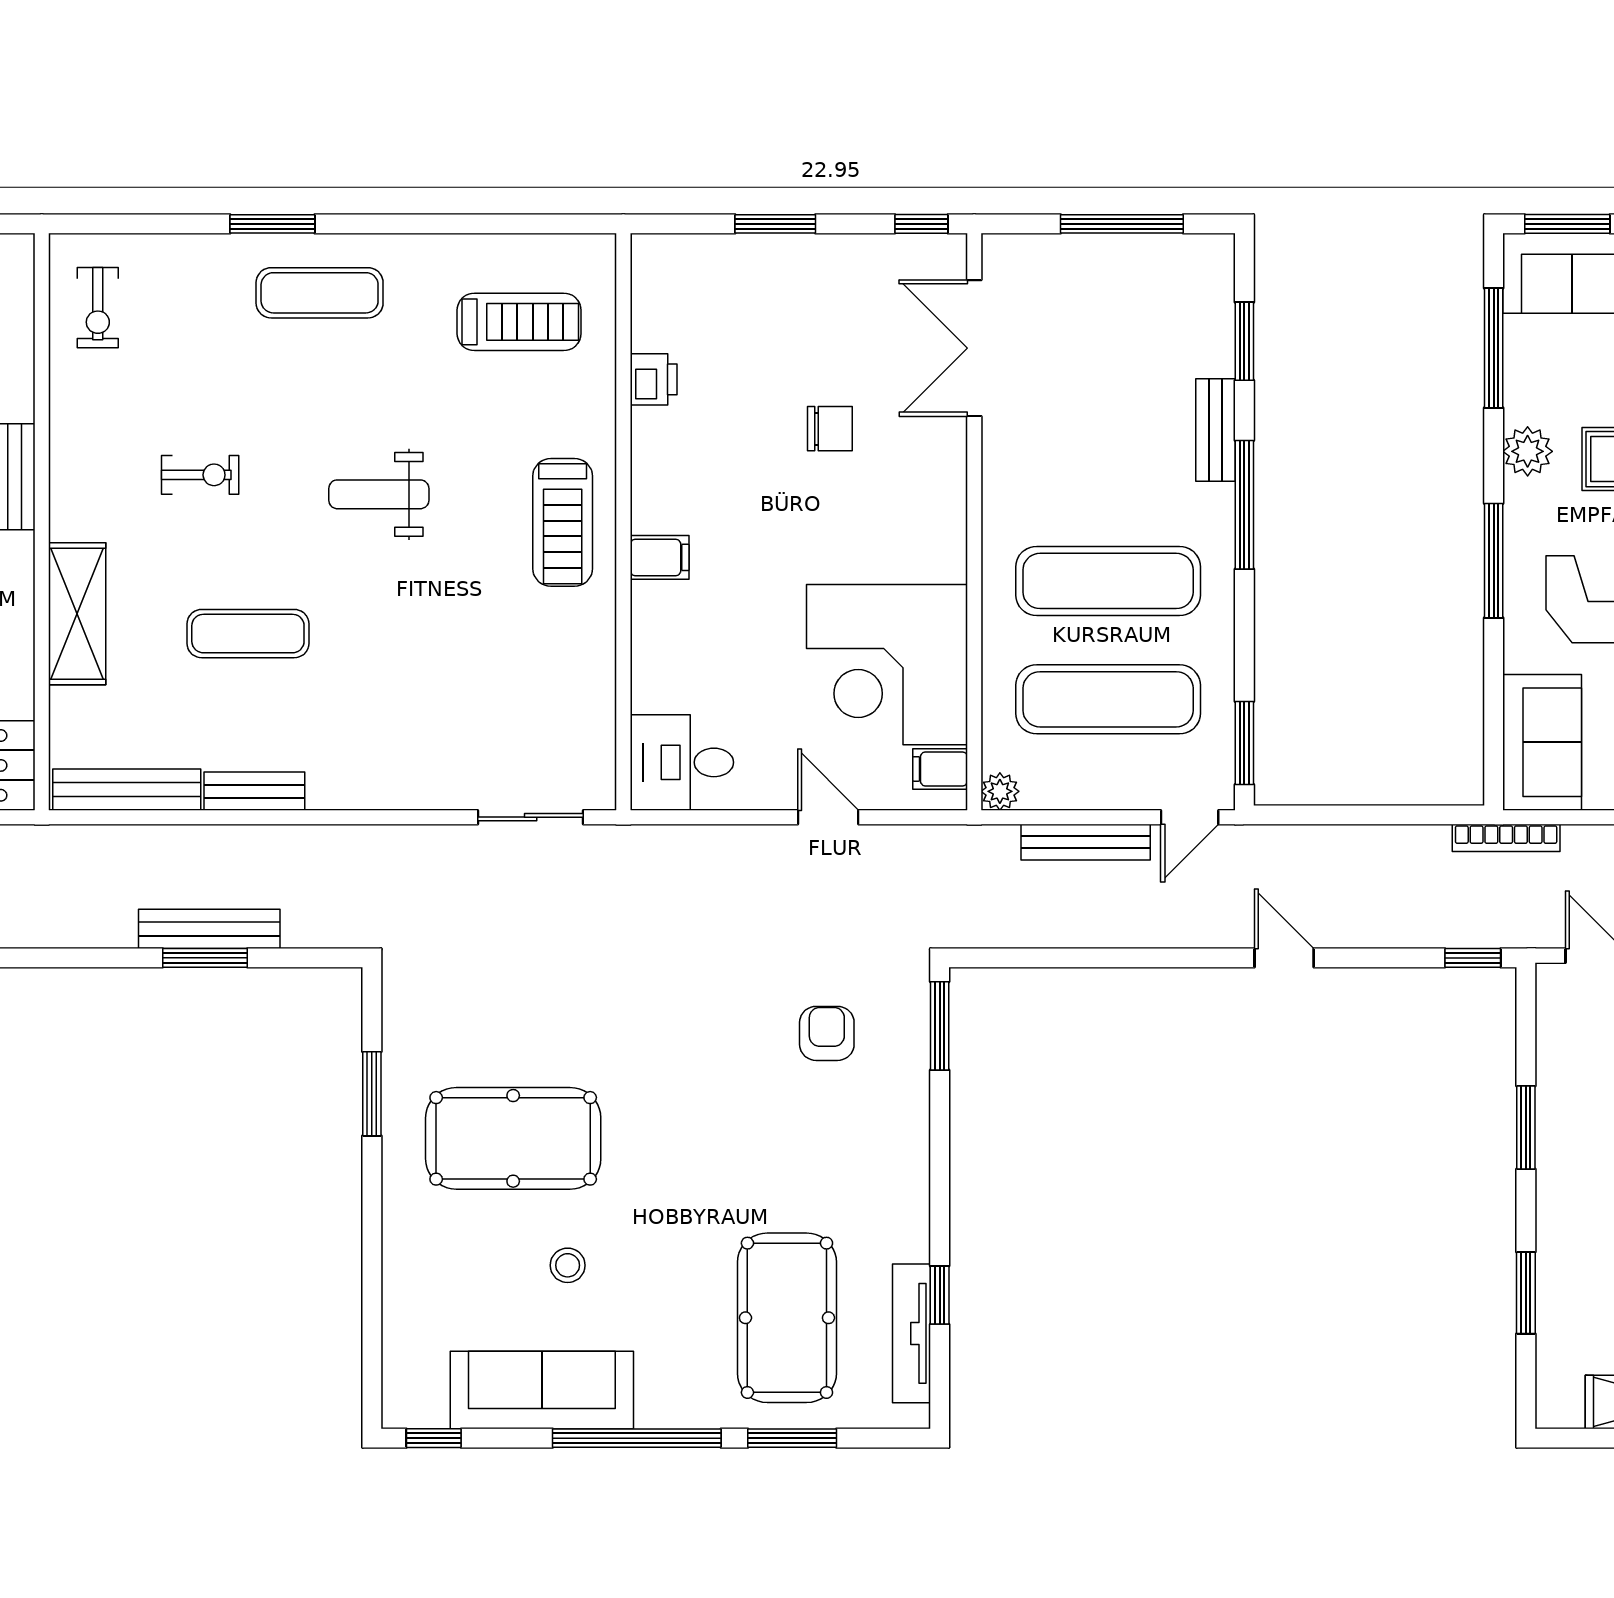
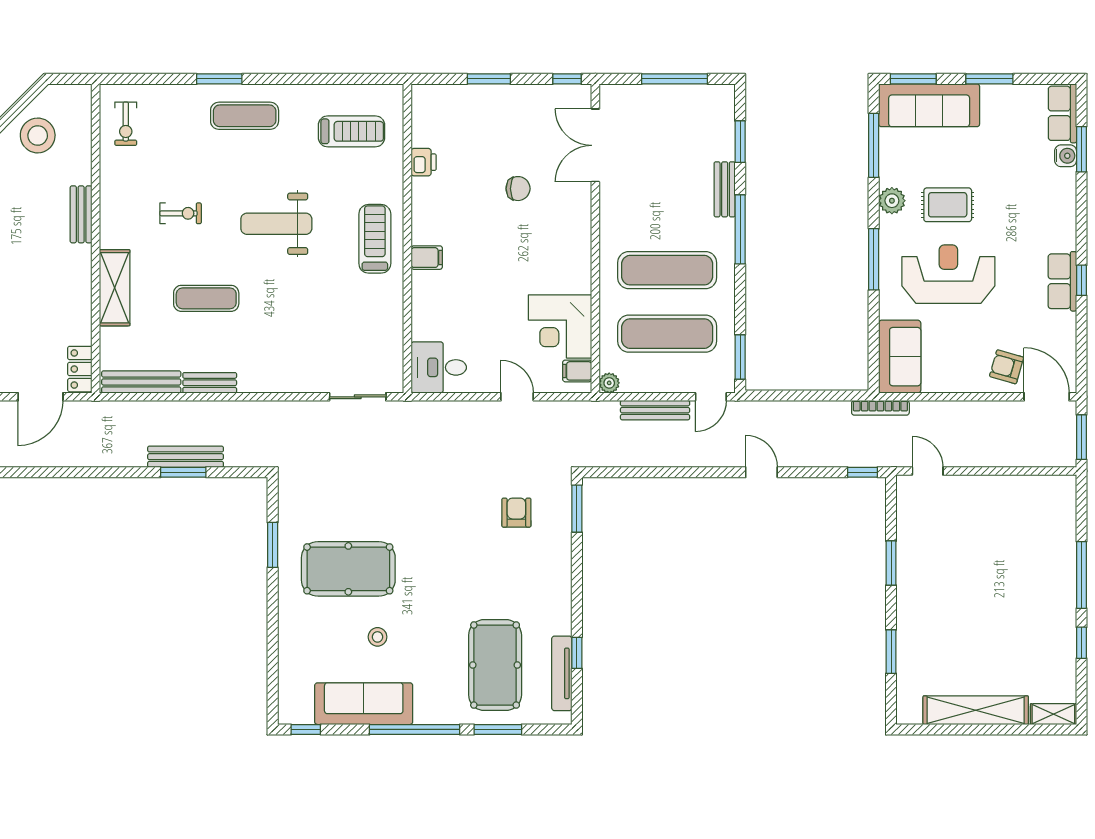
weight bench: (379, 494) -> (276, 224), width x1.36, depth x1.33
treadmill: (563, 522) -> (375, 239), turned 180
corner desk: (887, 665) -> (560, 326), width x0.74, depth x0.74

